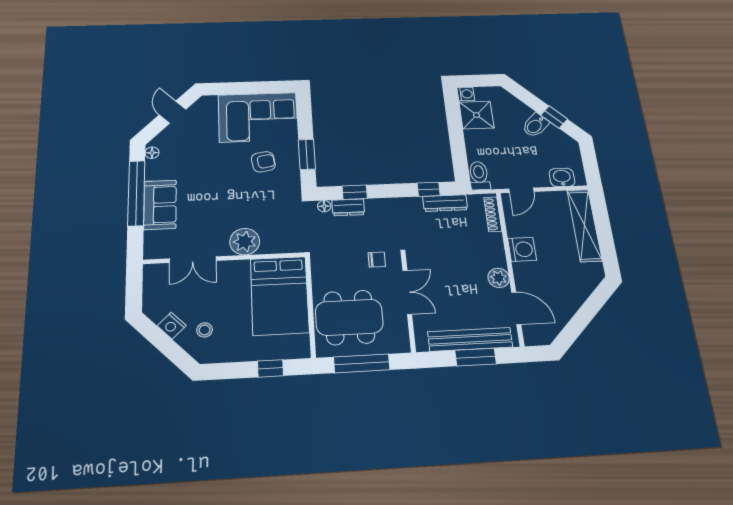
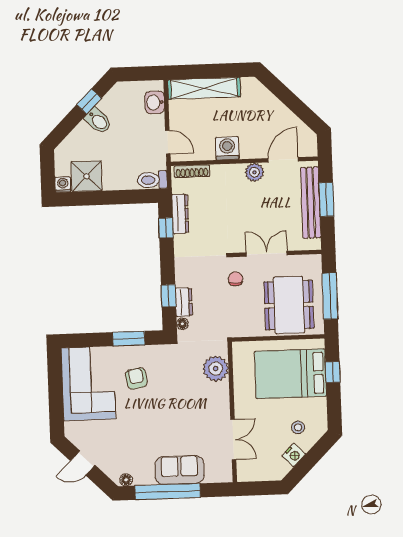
plant: (245, 242) -> (216, 369), moved
bed: (280, 296) -> (290, 374), moved, turned 180

